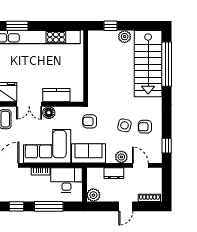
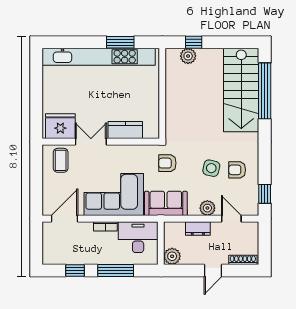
window: (17, 26) -> (120, 42), moved
plant: (125, 37) -> (188, 56), moved
double door: (29, 104) -> (91, 142), swing flipped
floor lamp: (49, 113) -> (116, 152), removed

